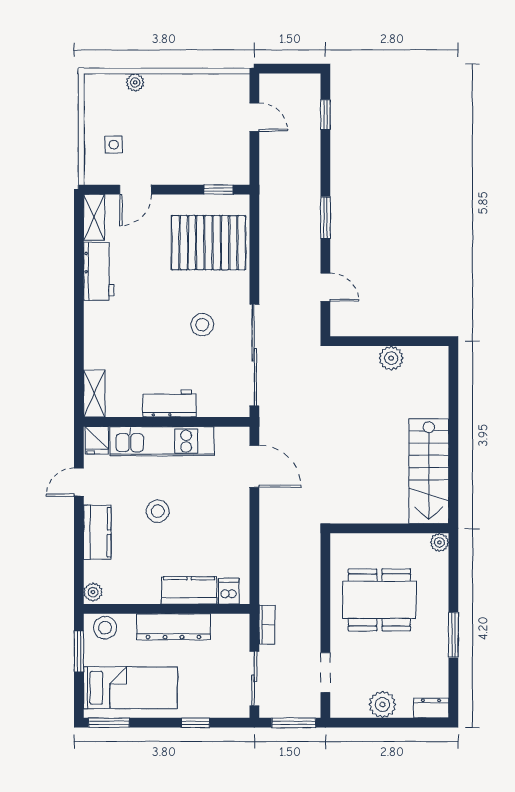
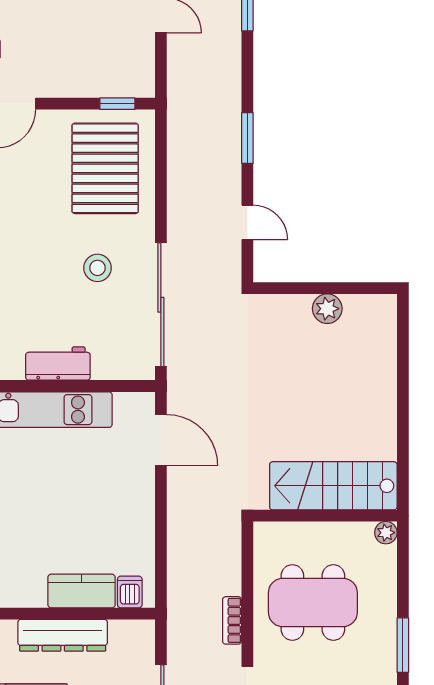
pallet: (208, 243) -> (105, 168), turned 90
stairs: (429, 471) -> (333, 486), moved, turned 90
stool: (158, 511) -> (43, 495), removed
bookcase: (267, 625) -> (232, 620), moved, turned 180

